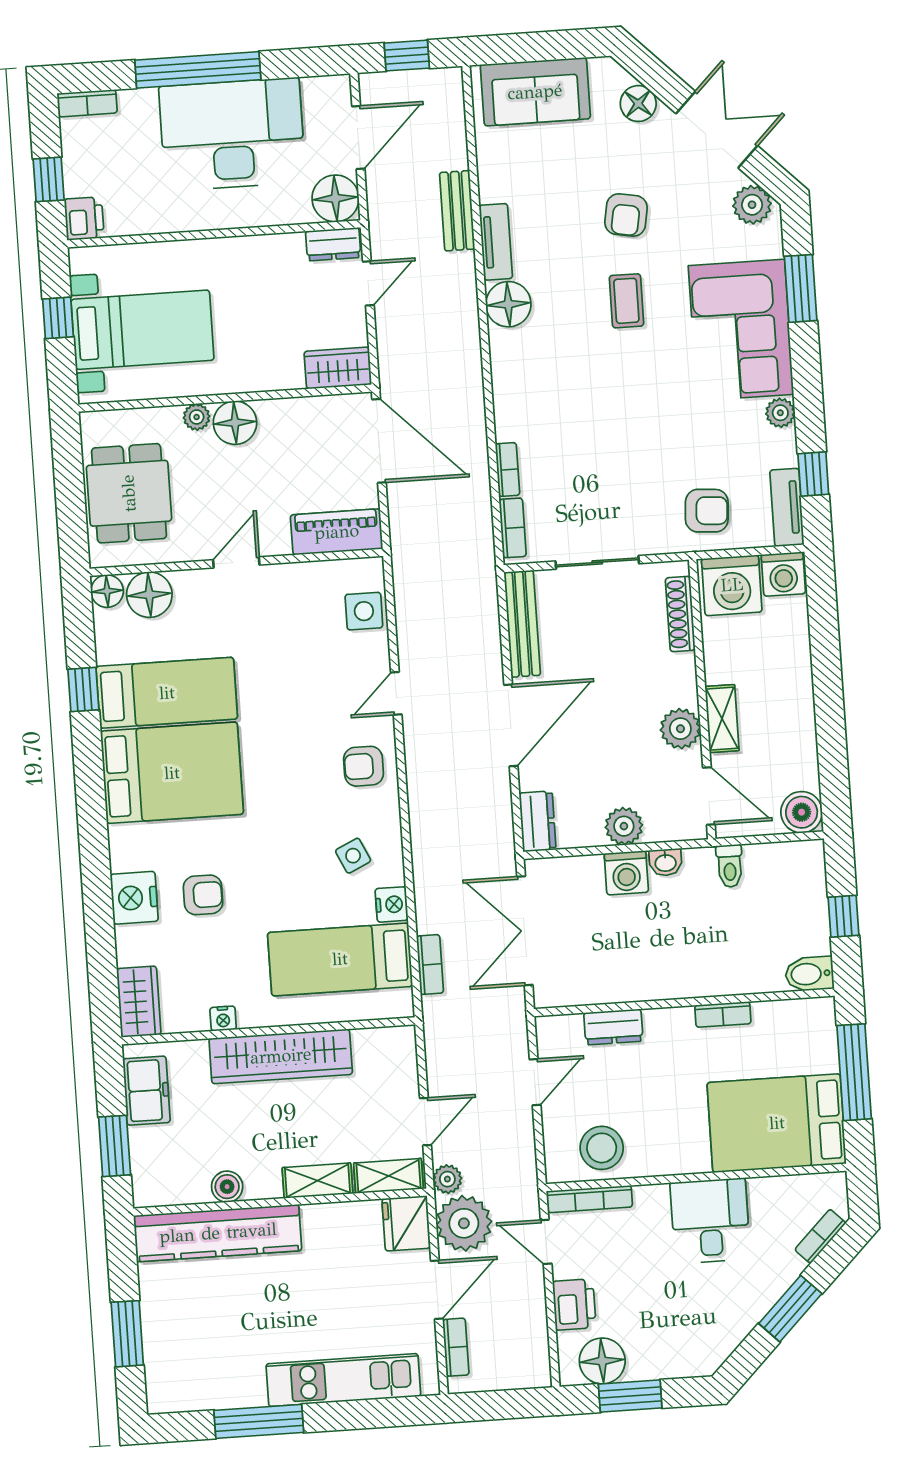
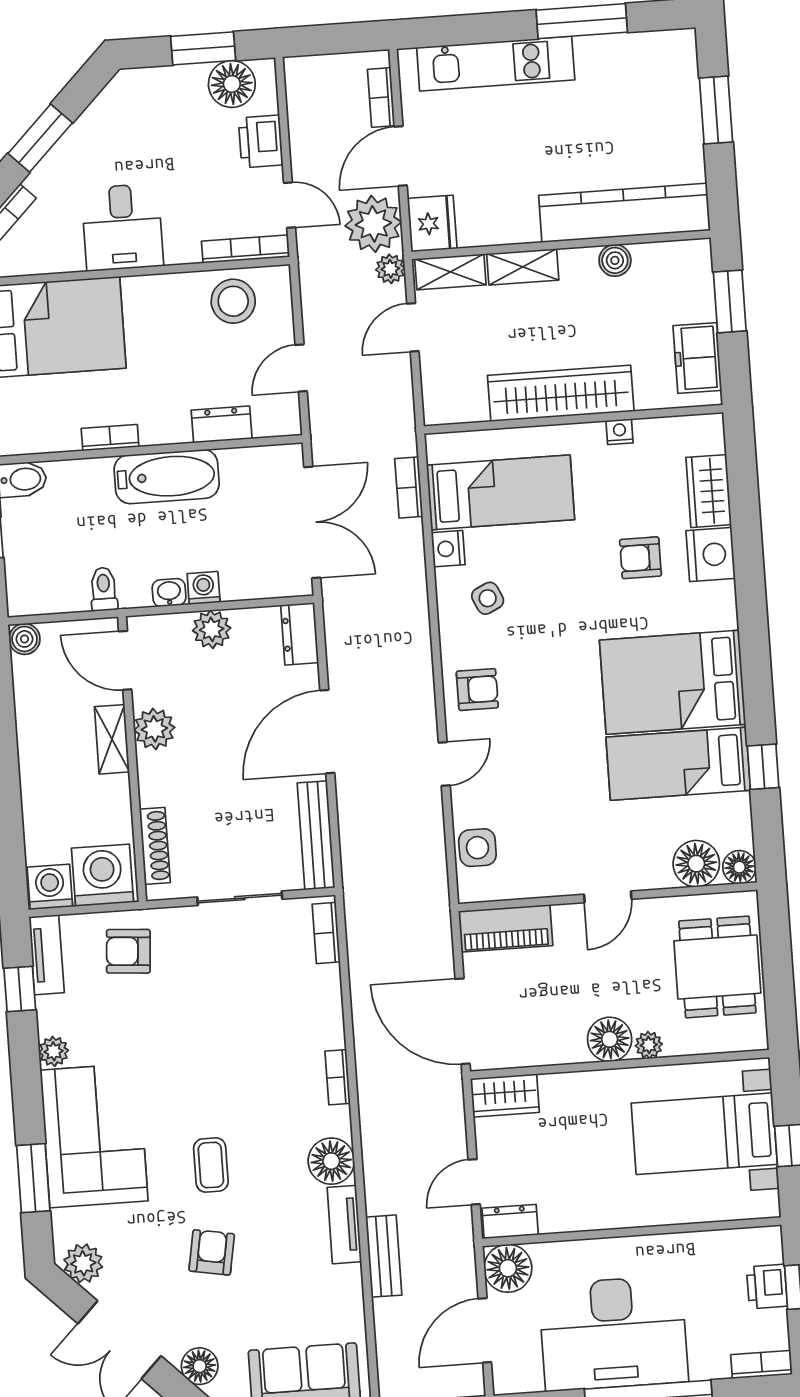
printer: (84, 218) -> (767, 1287), moved
bookcase: (508, 470) -> (338, 1077), moved
boiler: (802, 812) -> (24, 639), width x0.73, depth x0.73
washing machine: (626, 873) -> (204, 588), width x0.73, depth x0.73
bathtub: (667, 976) -> (167, 477), added
wardrobe: (139, 1002) -> (709, 491), moved

